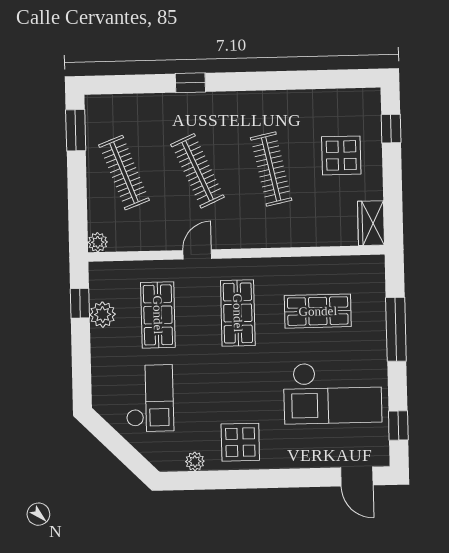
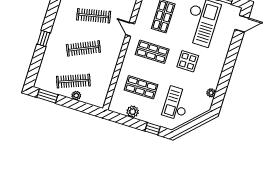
plant: (98, 242) -> (76, 96), moved
door: (197, 254) -> (130, 29), moved
window: (80, 303) -> (153, 129), moved
checkout: (150, 398) -> (176, 103), turned -90
display table: (240, 442) -> (188, 61), moved

